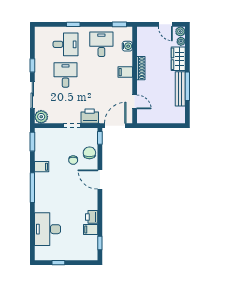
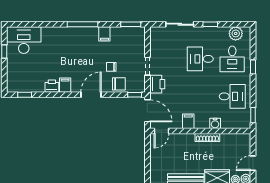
water cooler: (127, 46) -> (215, 123), moved
filing cabinet: (125, 72) -> (188, 121), moved
desk: (66, 75) -> (200, 59), turned 180
door: (135, 102) -> (161, 131), moved
plant: (41, 117) -> (236, 33), moved
desk: (47, 229) -> (24, 40), moved
filing cabinet: (91, 230) -> (65, 85), moved

